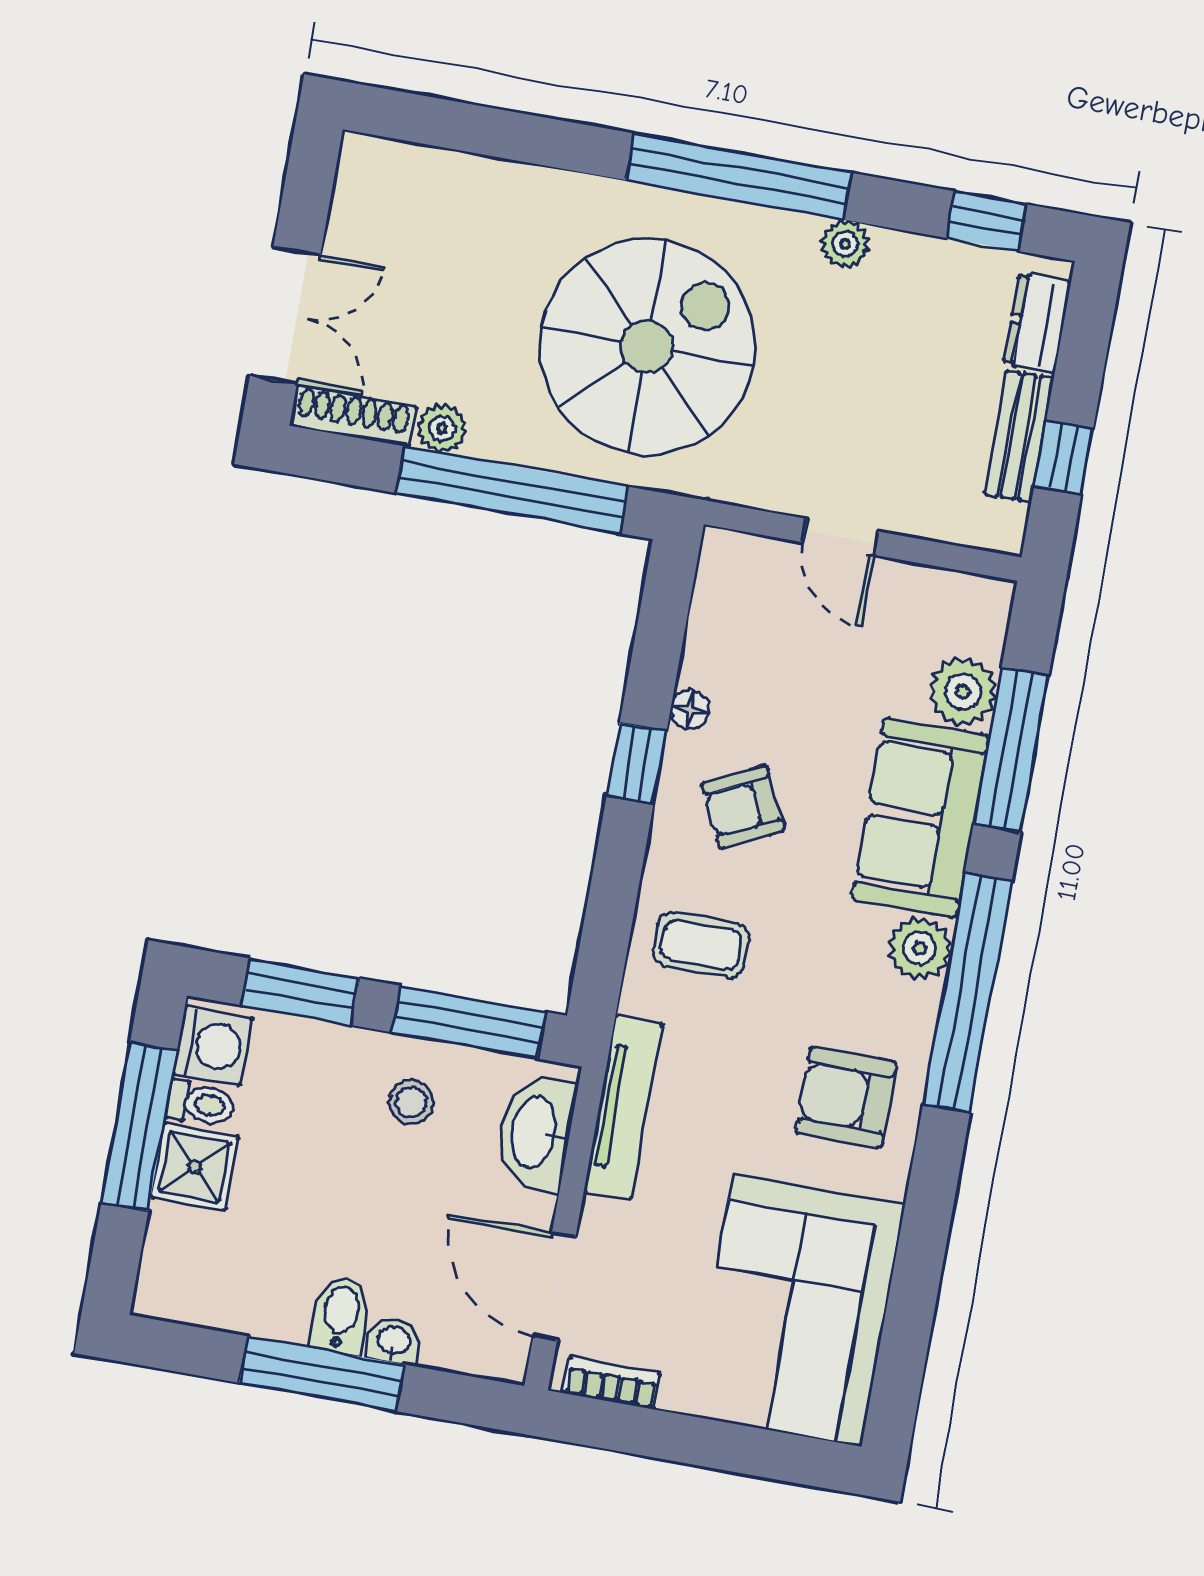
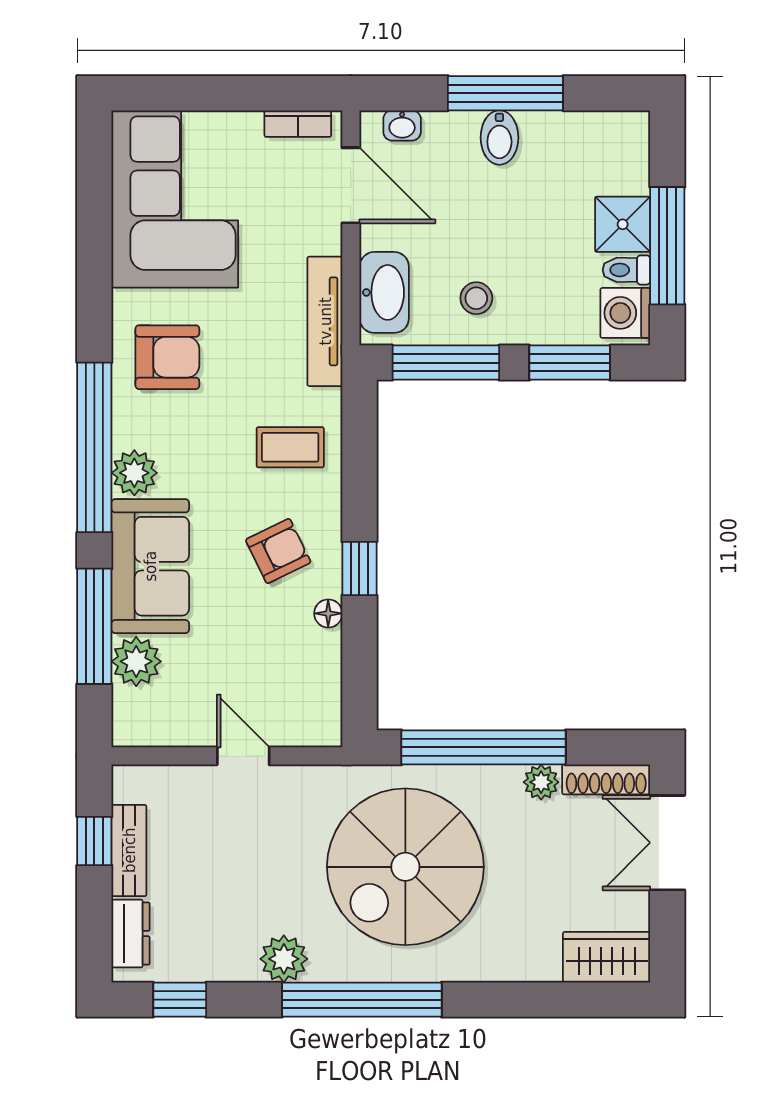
wardrobe: (396, 174) -> (607, 957), added
plant: (845, 244) -> (284, 959), width x1.38, depth x1.38
washbasin: (394, 1341) -> (402, 125), moved

